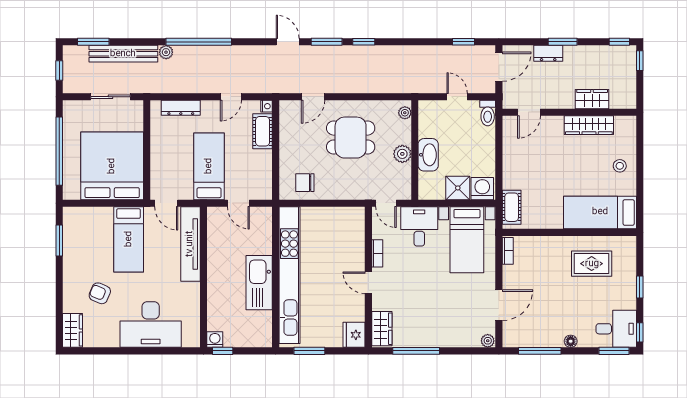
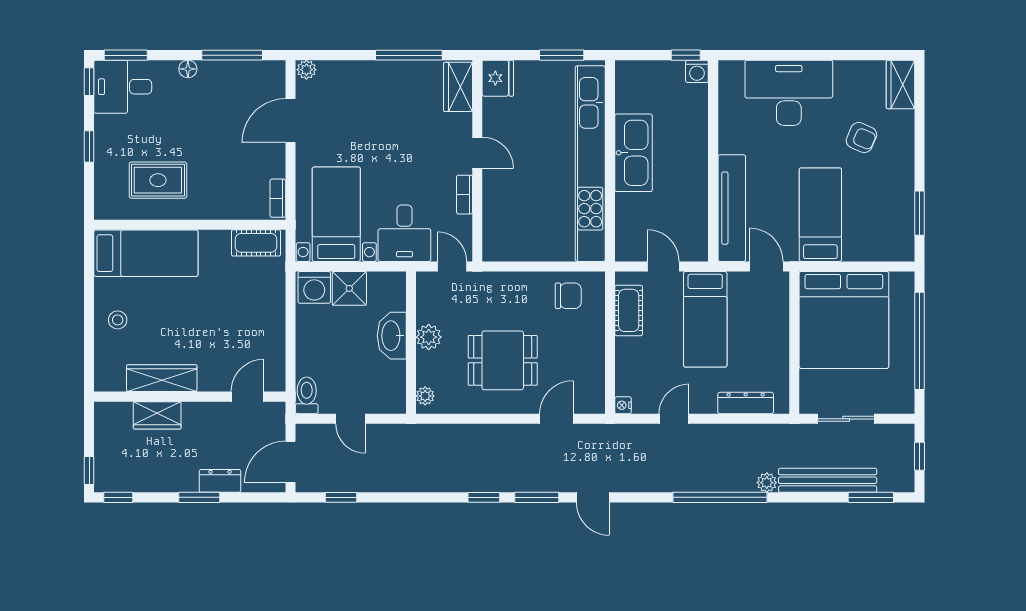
cot: (263, 131) -> (629, 310), moved
cot: (512, 207) -> (256, 243), moved, turned 90

